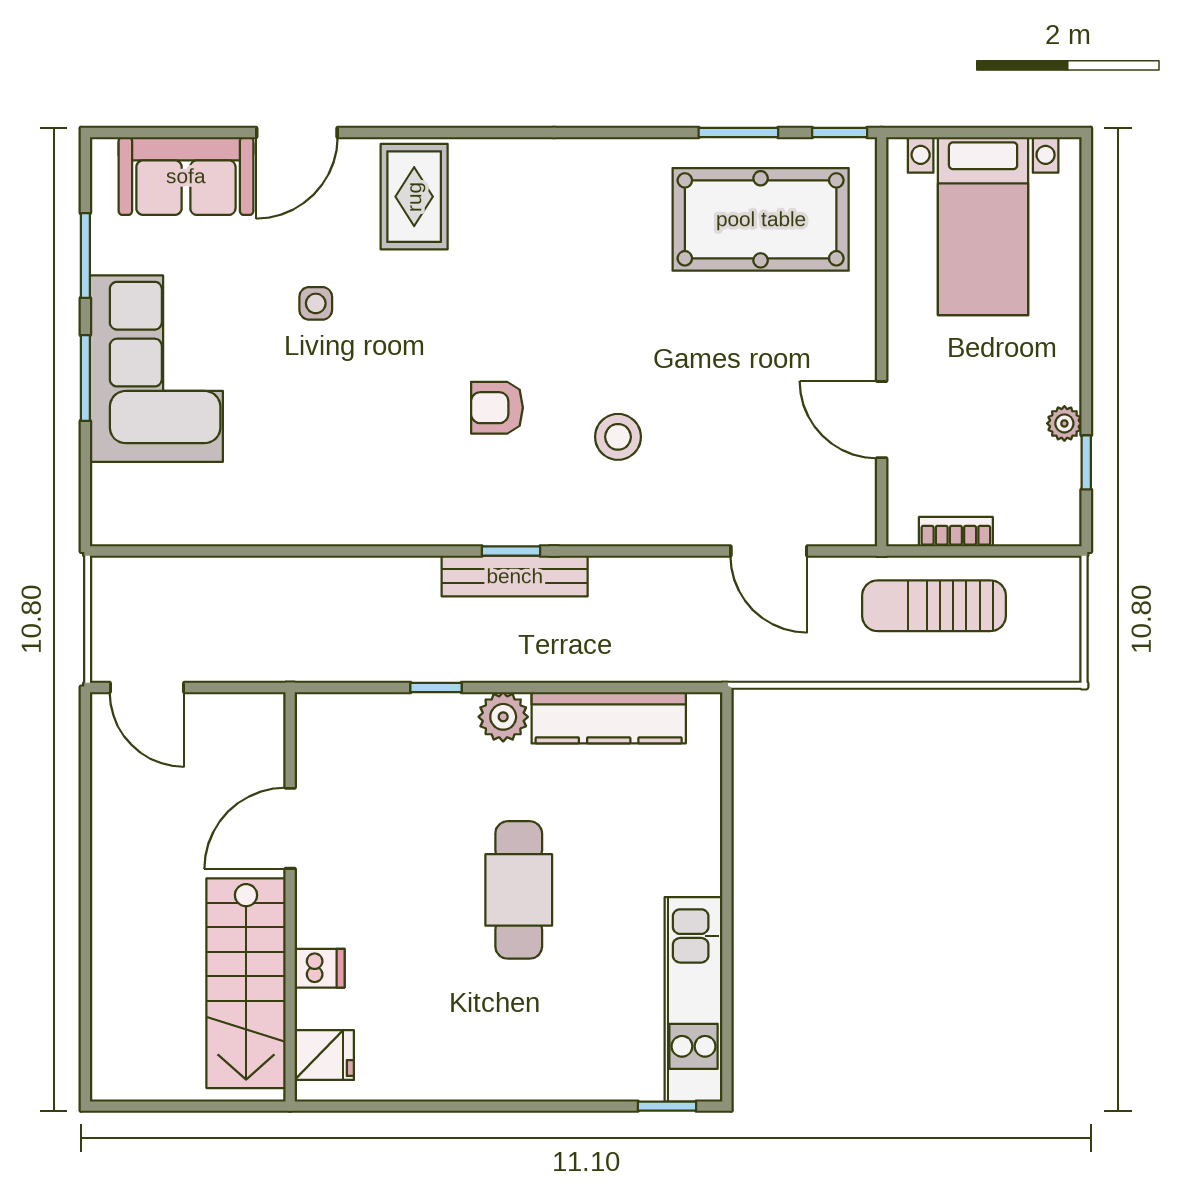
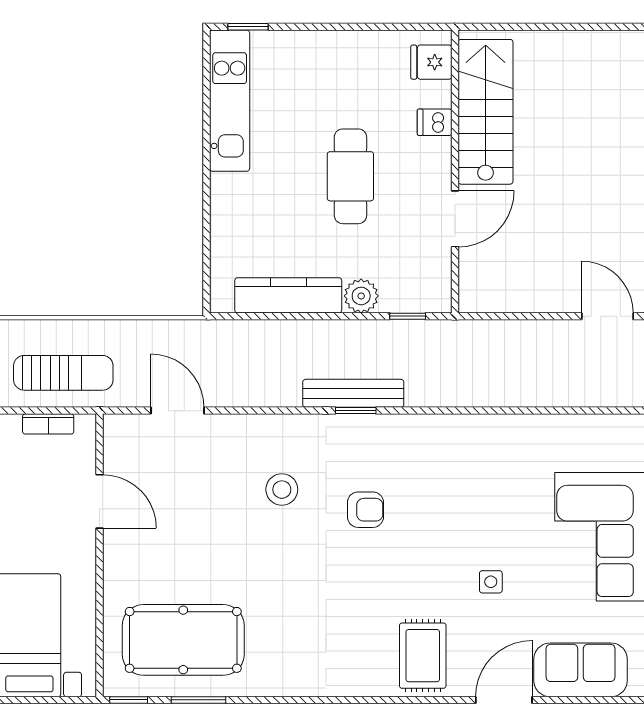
door: (290, 828) -> (455, 219), moved
wall: (290, 897) -> (455, 172), moved
dishwasher: (320, 968) -> (435, 122), moved
stairs: (246, 983) -> (486, 112), moved
fridge: (324, 1055) -> (431, 62), moved

